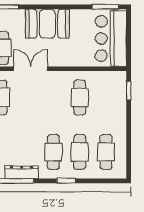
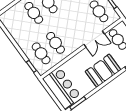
cafe table: (106, 152) -> (41, 53), moved

